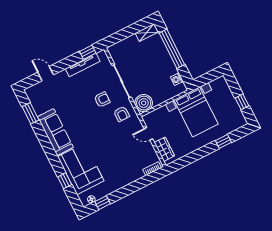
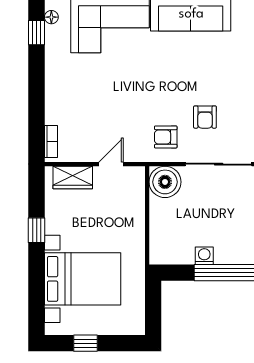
washing machine: (177, 79) -> (204, 256), moved
bed with nightstands: (196, 112) -> (83, 279), moved, turned 180
window: (223, 141) -> (37, 230), moved

